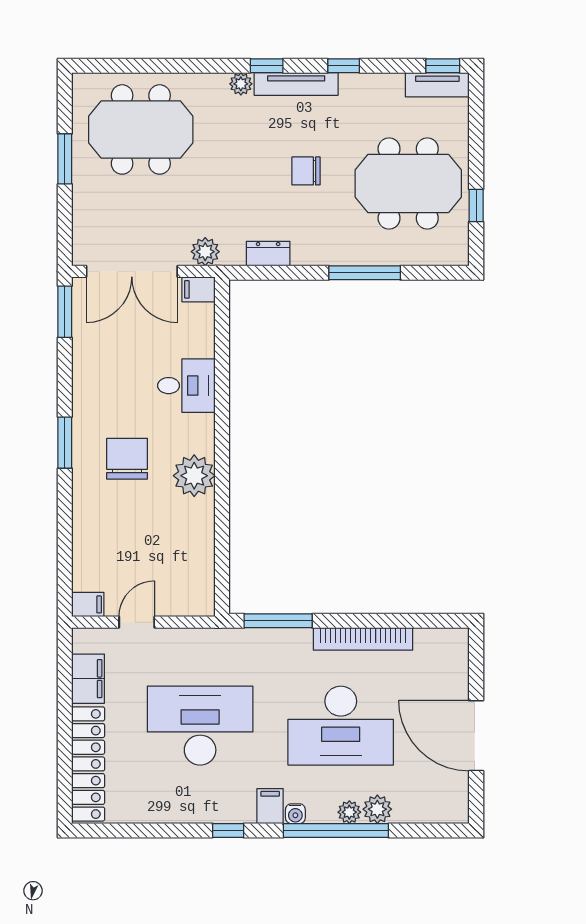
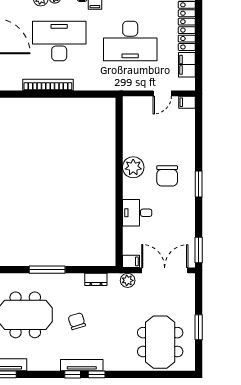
window: (344, 66) -> (73, 374), moved
plant: (241, 84) -> (110, 365), removed
meeting table: (141, 129) -> (160, 342), turned 90
chair: (306, 171) -> (77, 321), turned -107
window: (278, 621) -> (91, 94), removed

